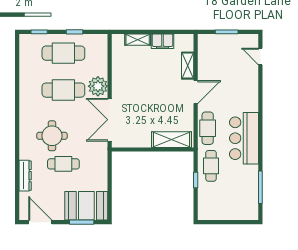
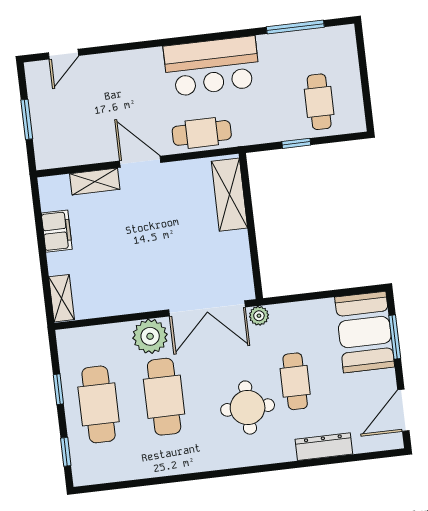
shelving: (138, 40) -> (62, 298), moved
plant: (102, 148) -> (259, 316), added
cafe table: (211, 166) -> (319, 102), moved, turned 90

